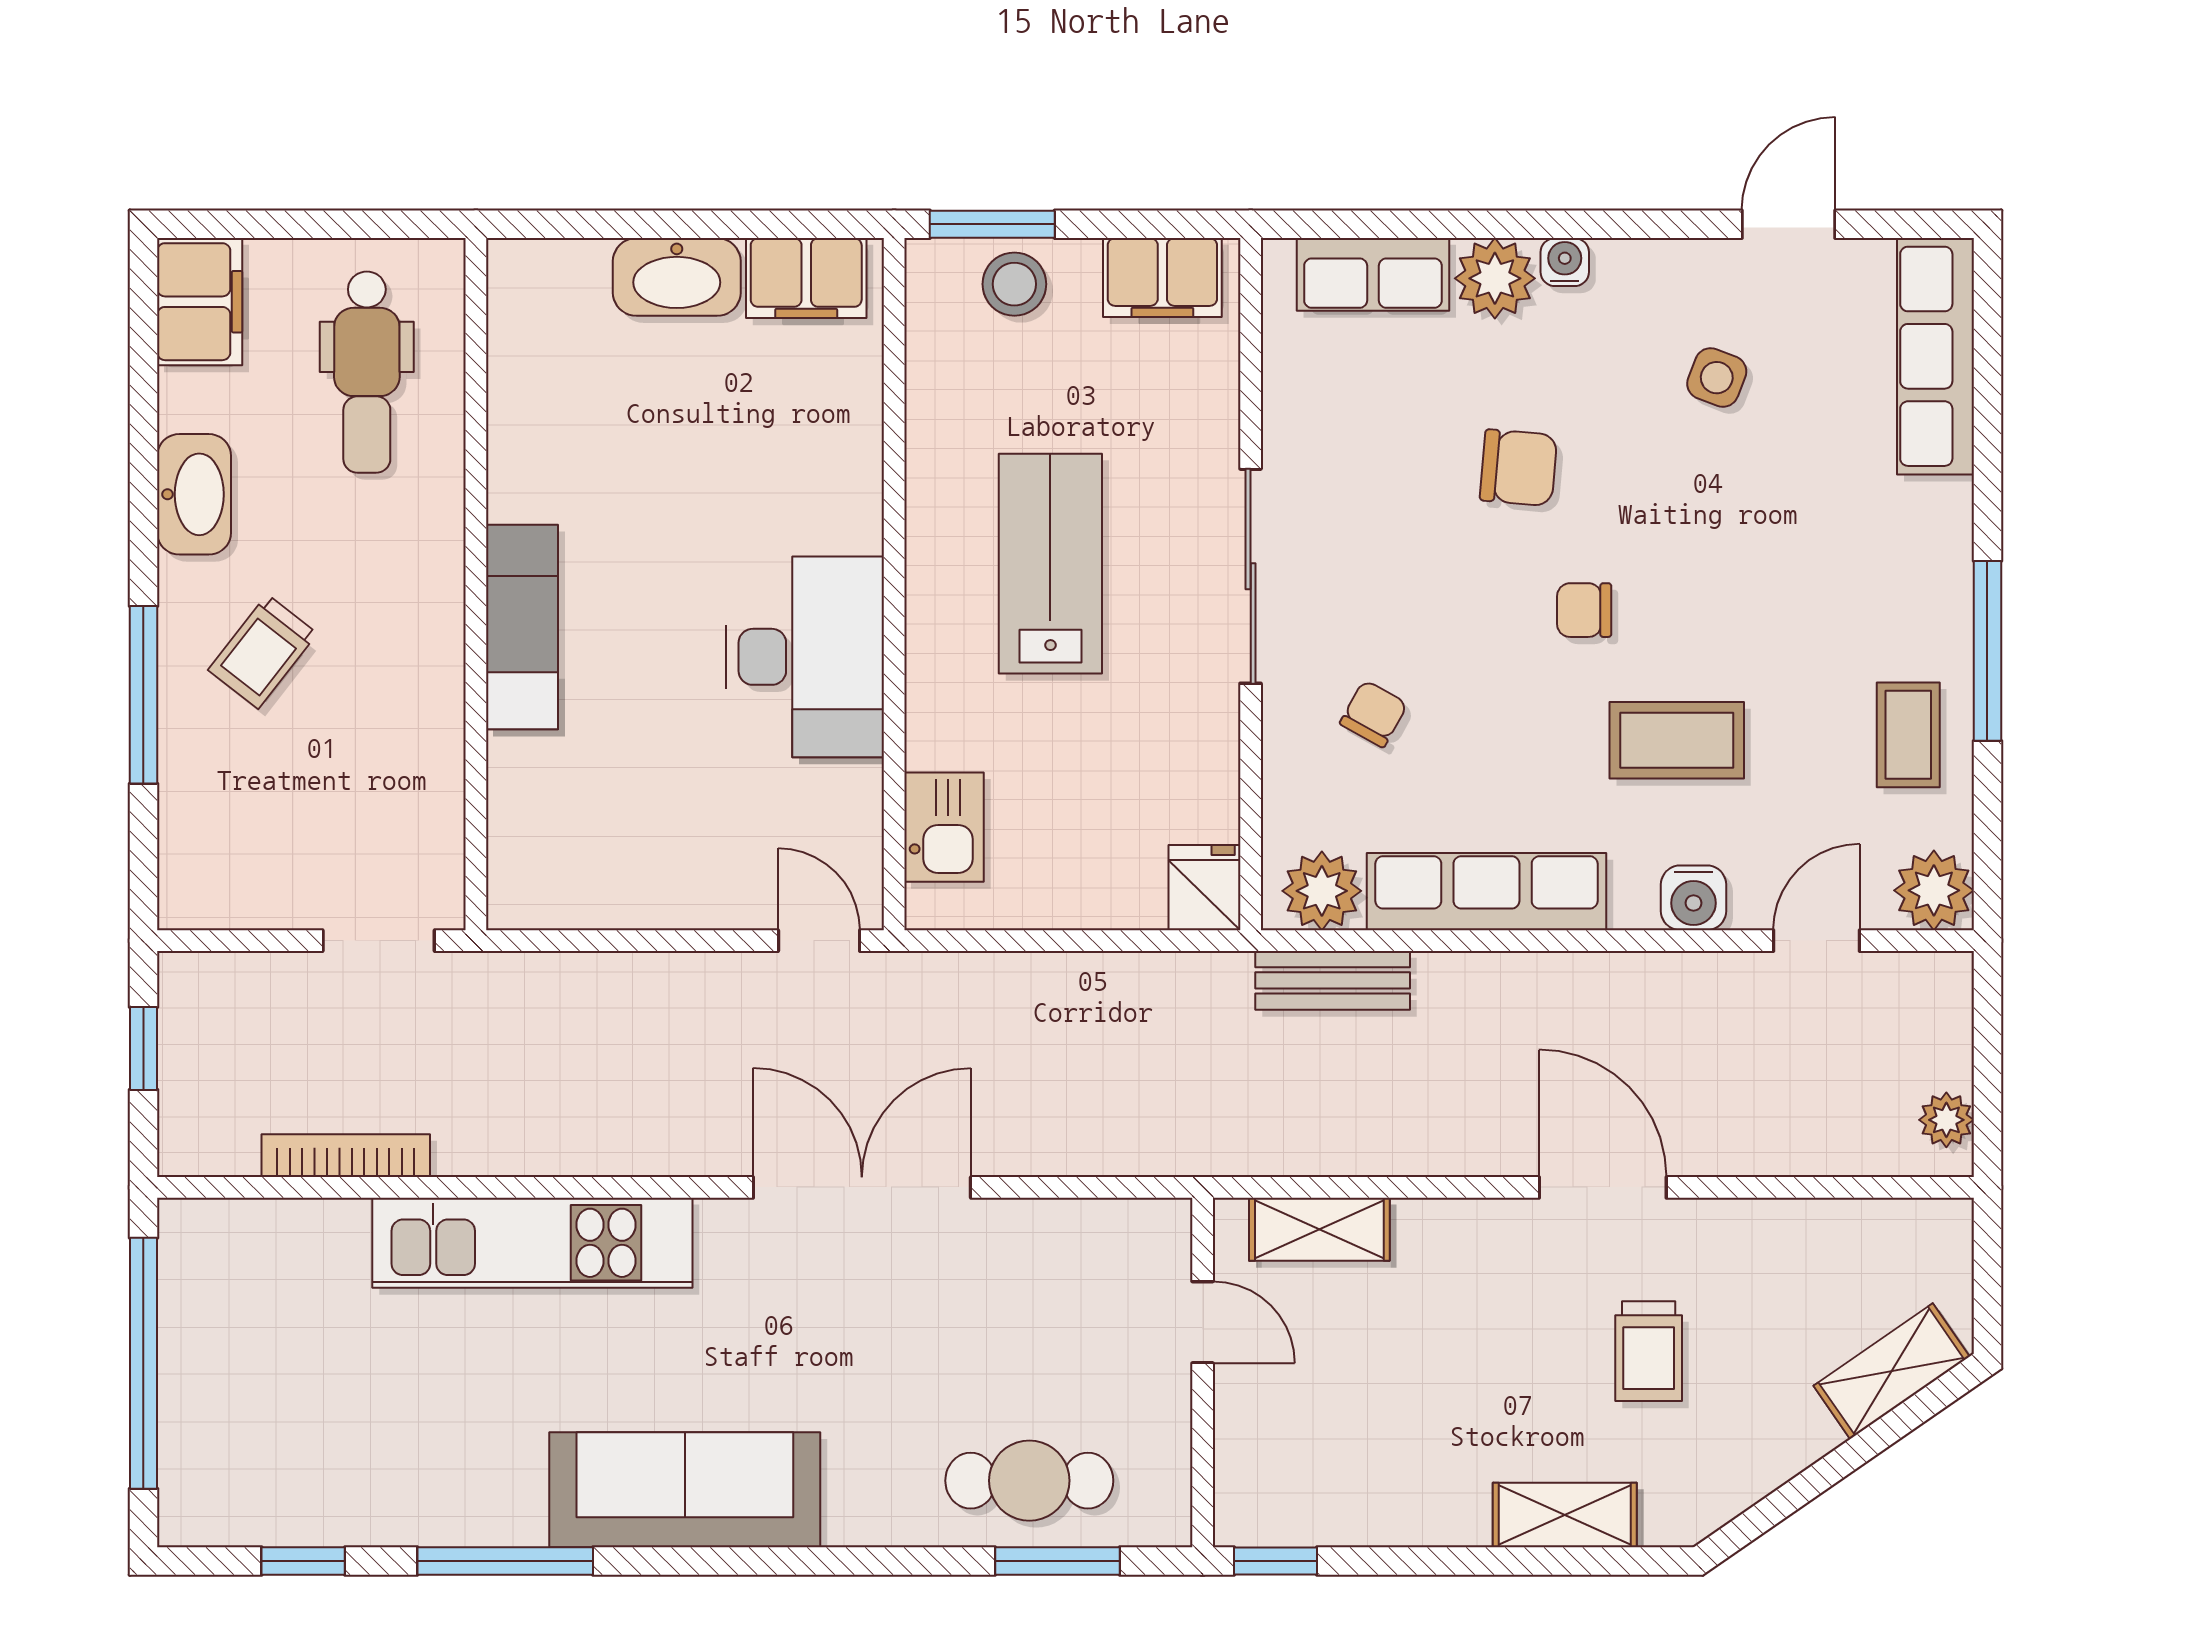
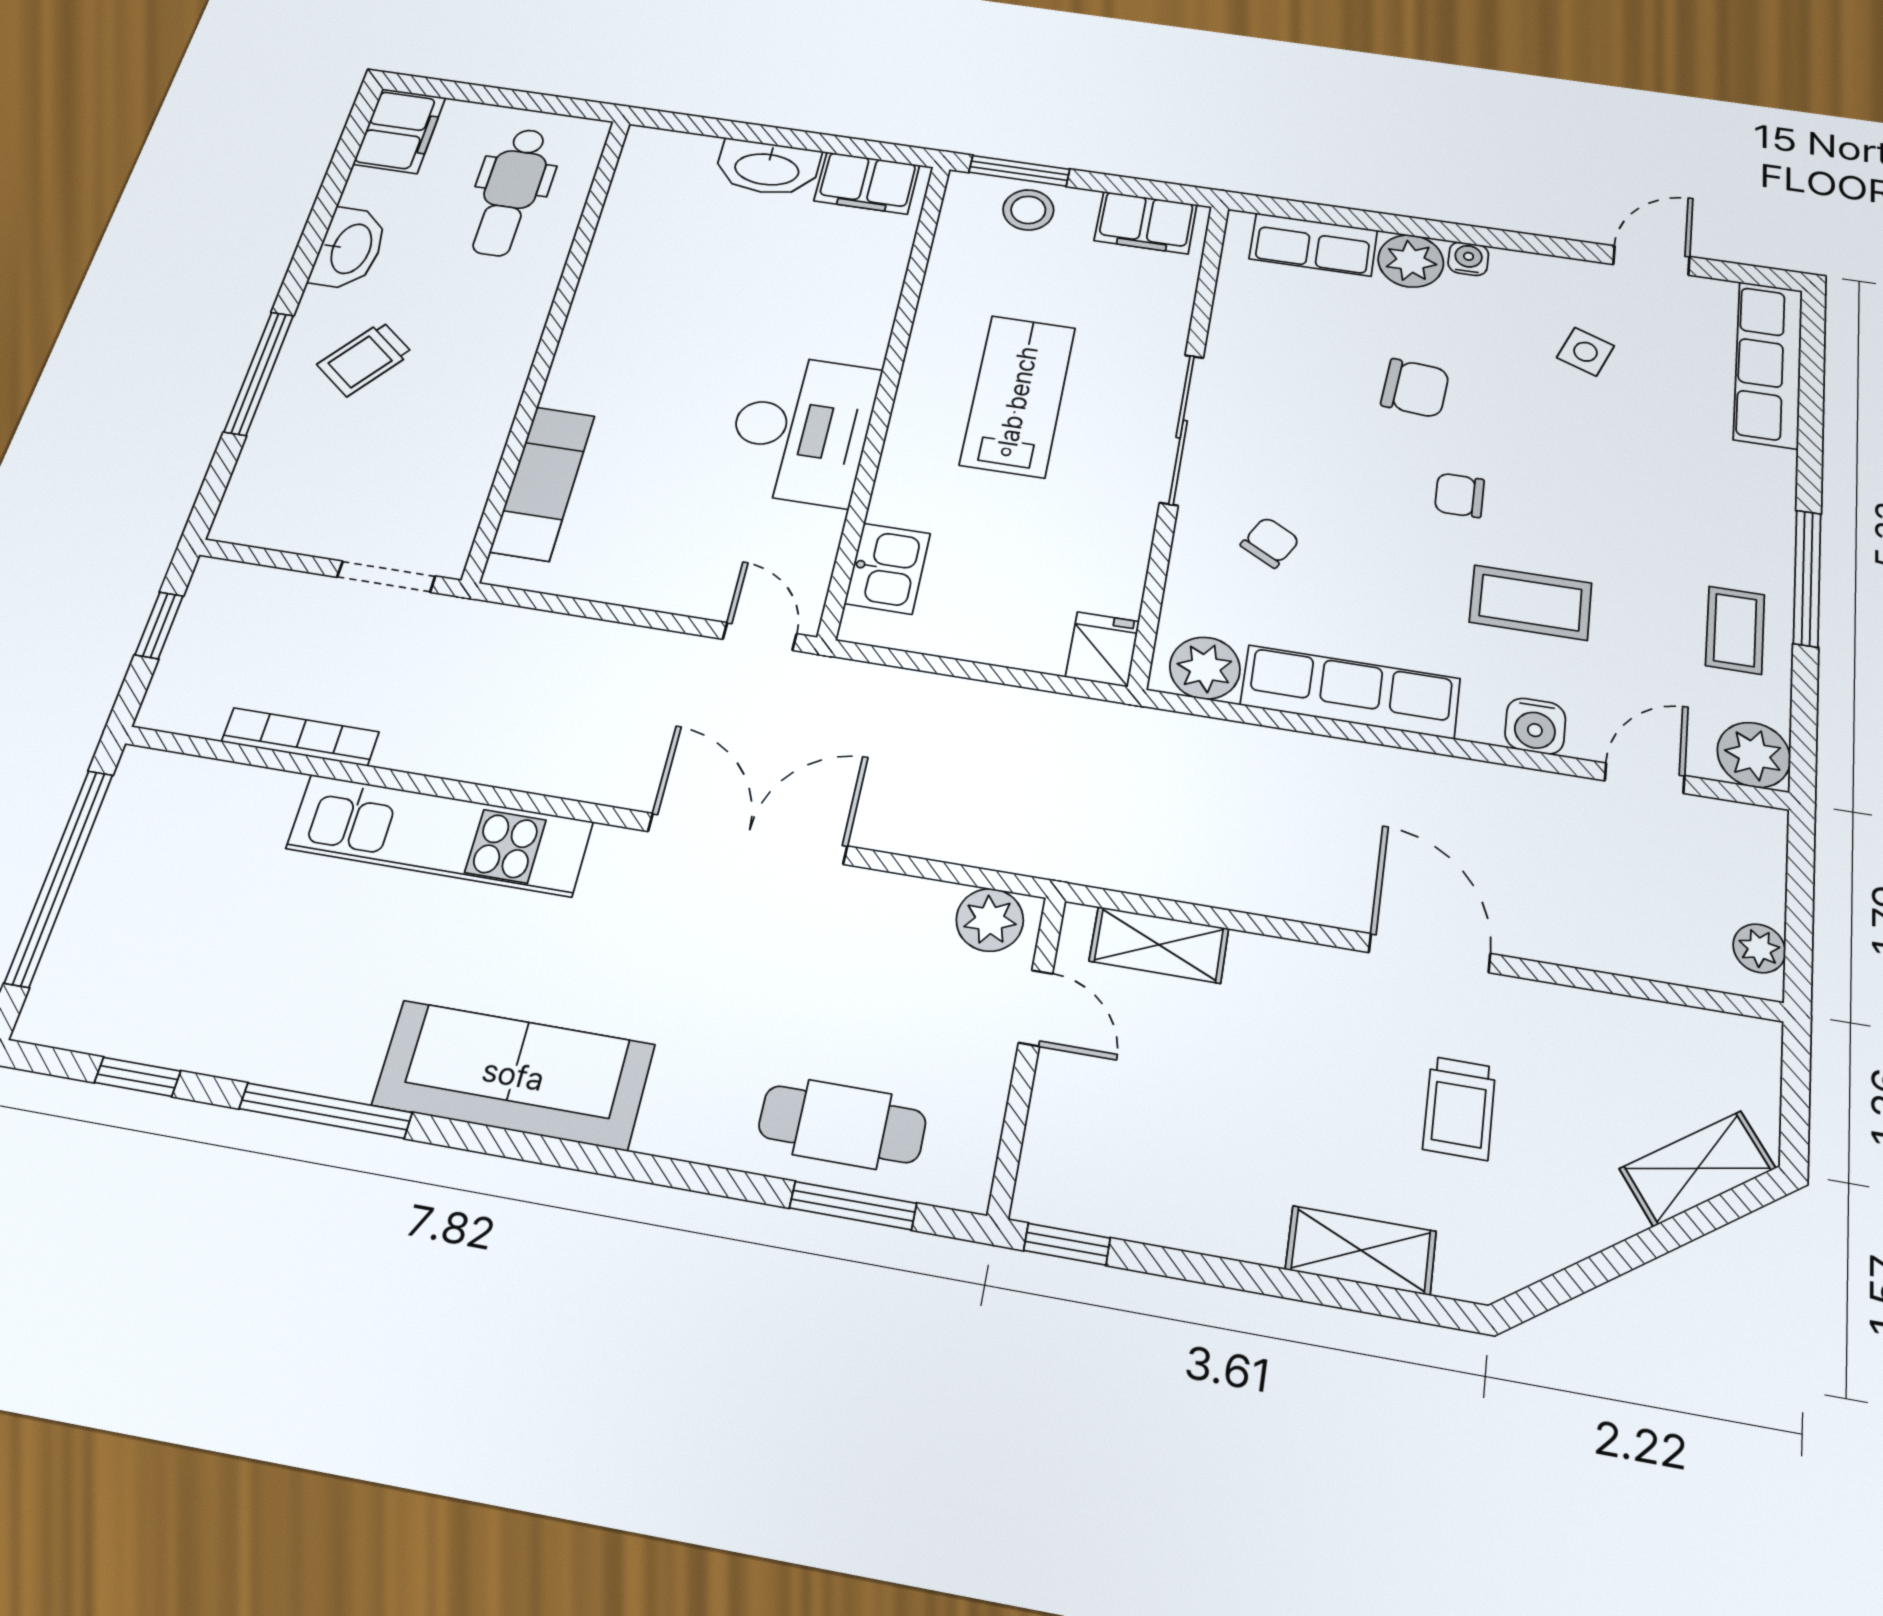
exam couch: (522, 627) -> (543, 483), moved
bench: (1333, 980) -> (1204, 740), removed
plant: (1138, 1233) -> (990, 920), added

